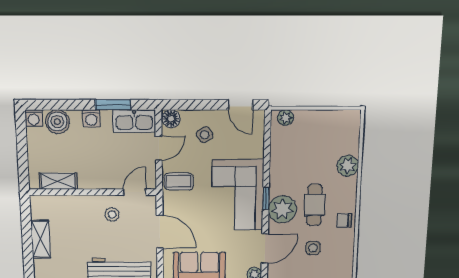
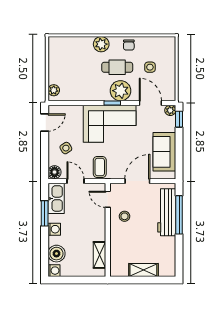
plant: (348, 166) -> (101, 44), moved

